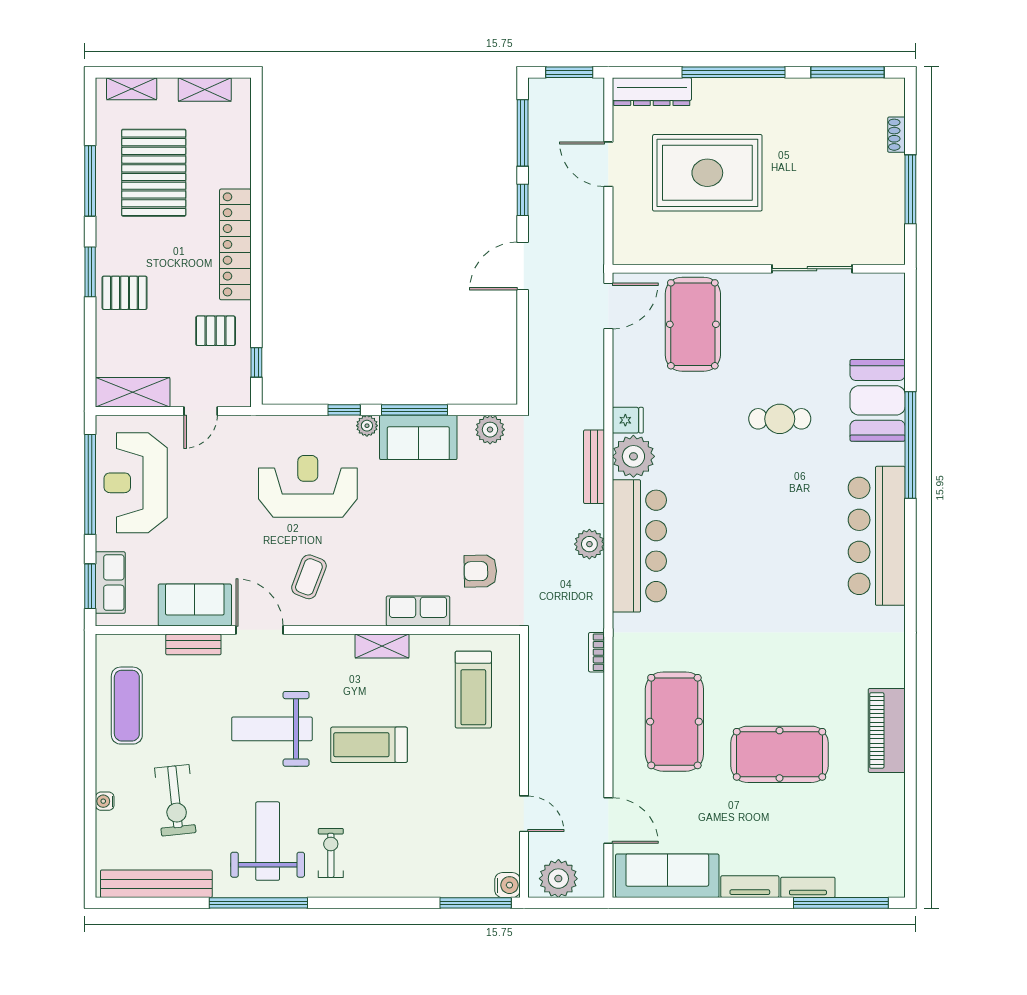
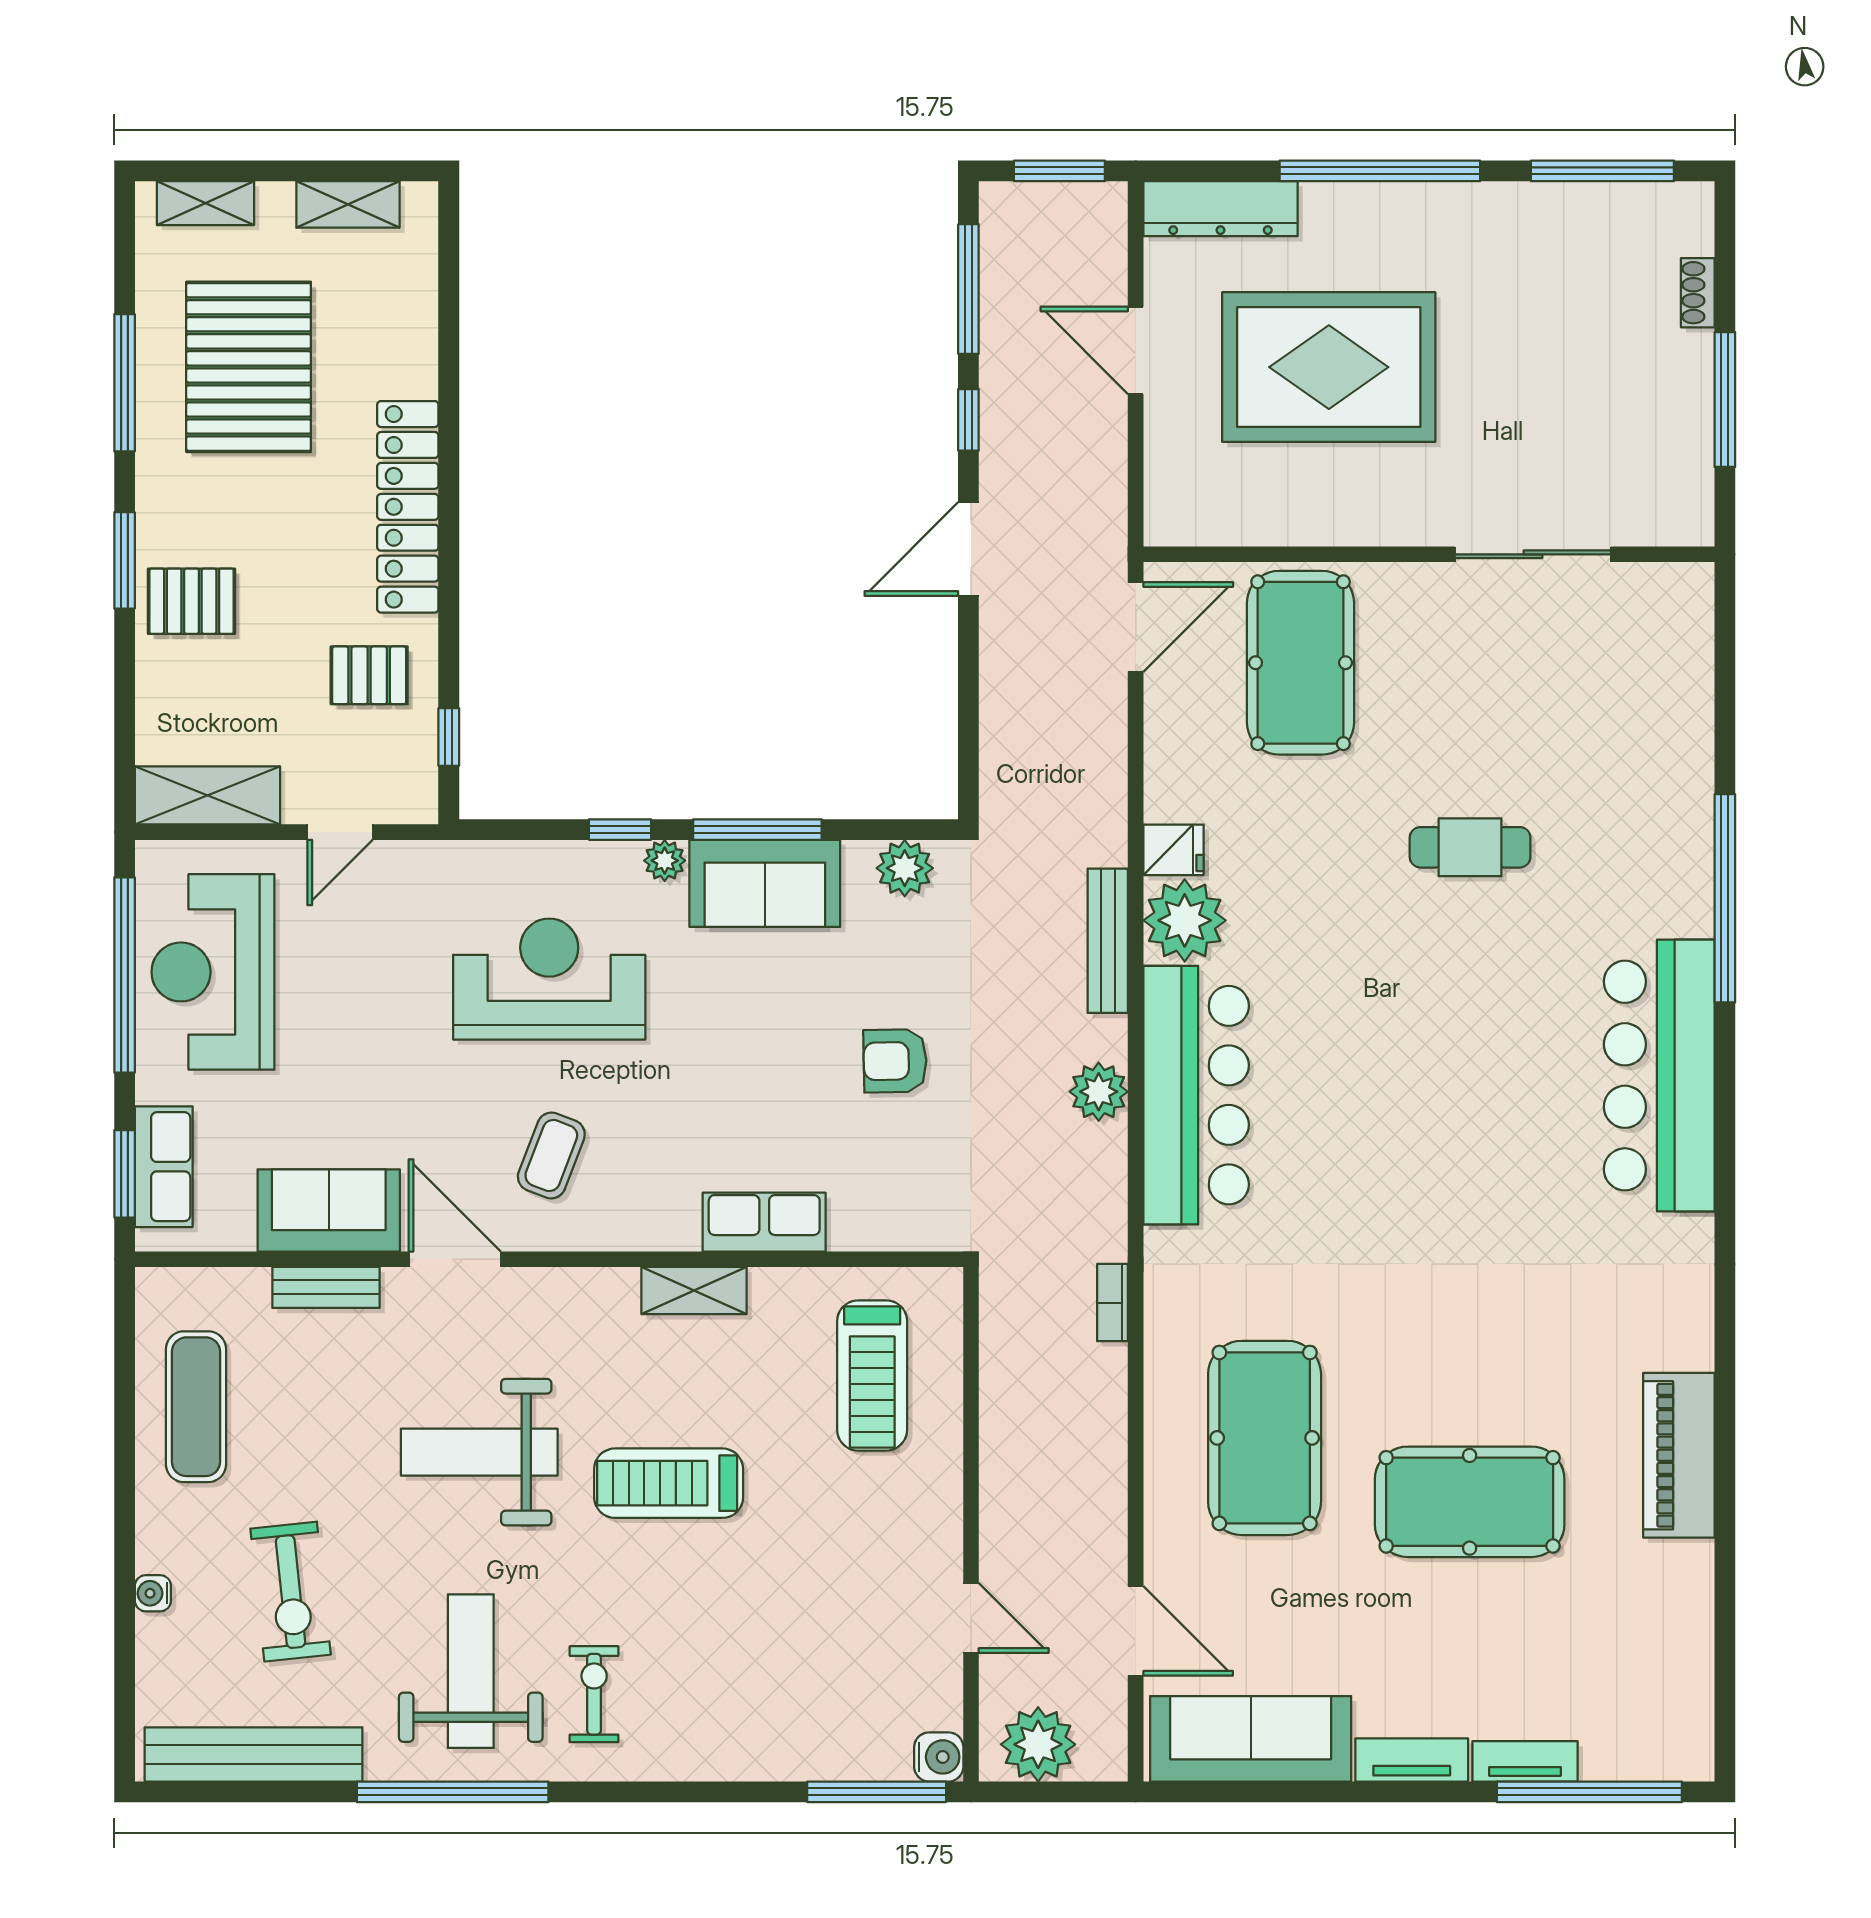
booth: (878, 400) -> (1661, 811), removed
armchair: (480, 571) -> (895, 1061), moved

